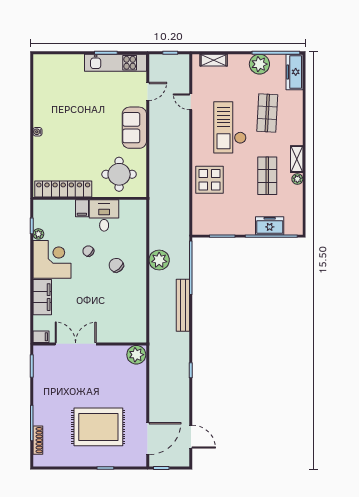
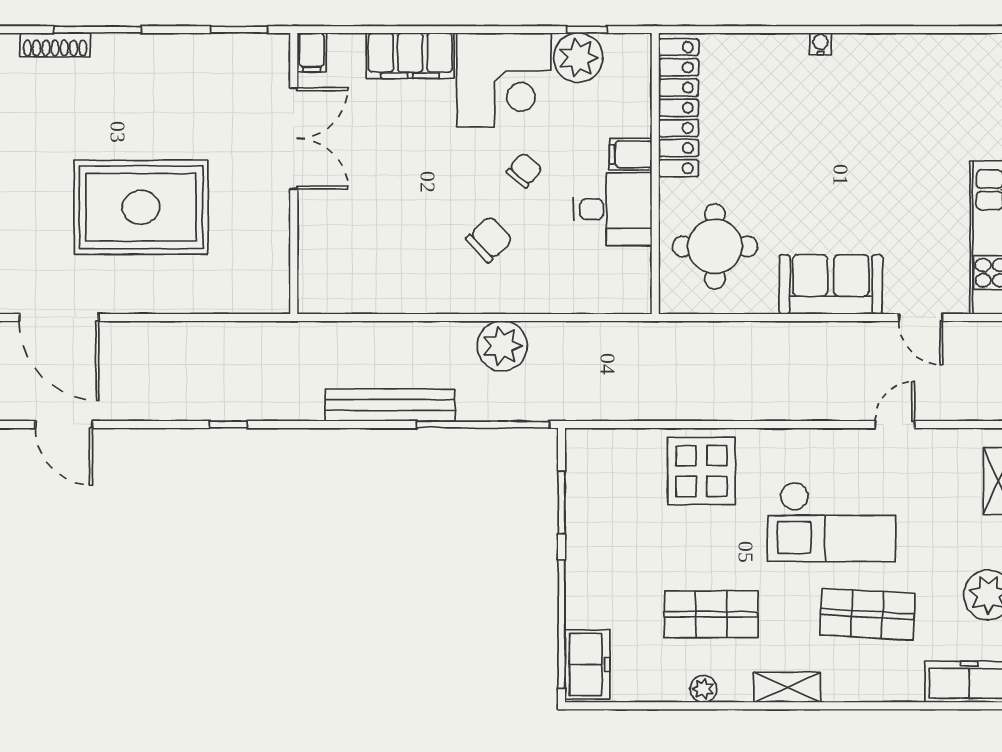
checkout: (230, 127) -> (831, 522), turned 180
shelving: (297, 159) -> (787, 687), moved
freezer: (270, 226) -> (587, 664), moved
plant: (38, 234) -> (578, 58), width x1.88, depth x1.88
plant: (136, 355) -> (267, 289), removed
rug: (98, 427) -> (141, 207), moved, turned 90
door: (191, 437) -> (64, 425), hinge flipped

